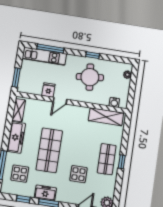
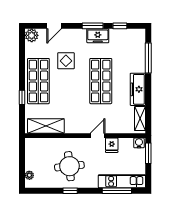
water cooler: (114, 102) -> (139, 143), moved
shop shelf: (107, 159) -> (38, 81), width x1.43, depth x1.36
window: (122, 162) -> (22, 97), moved
display table: (20, 174) -> (128, 52), removed

